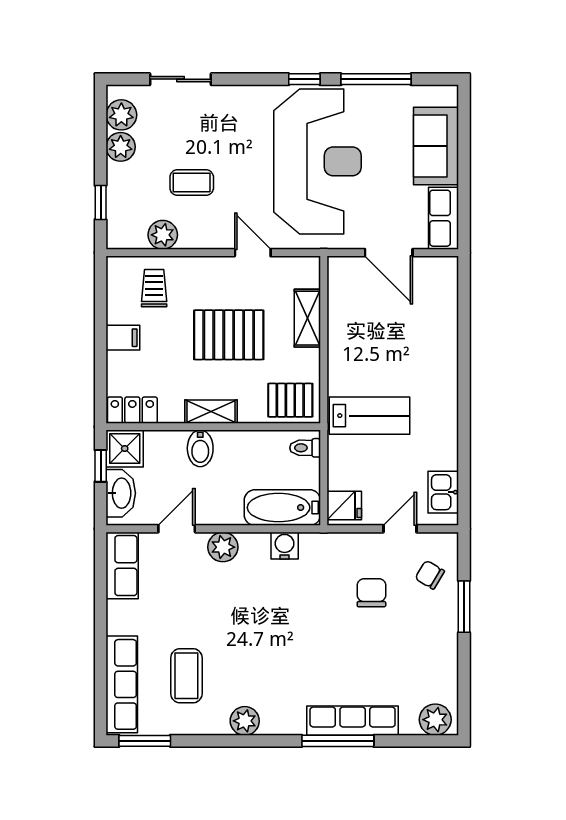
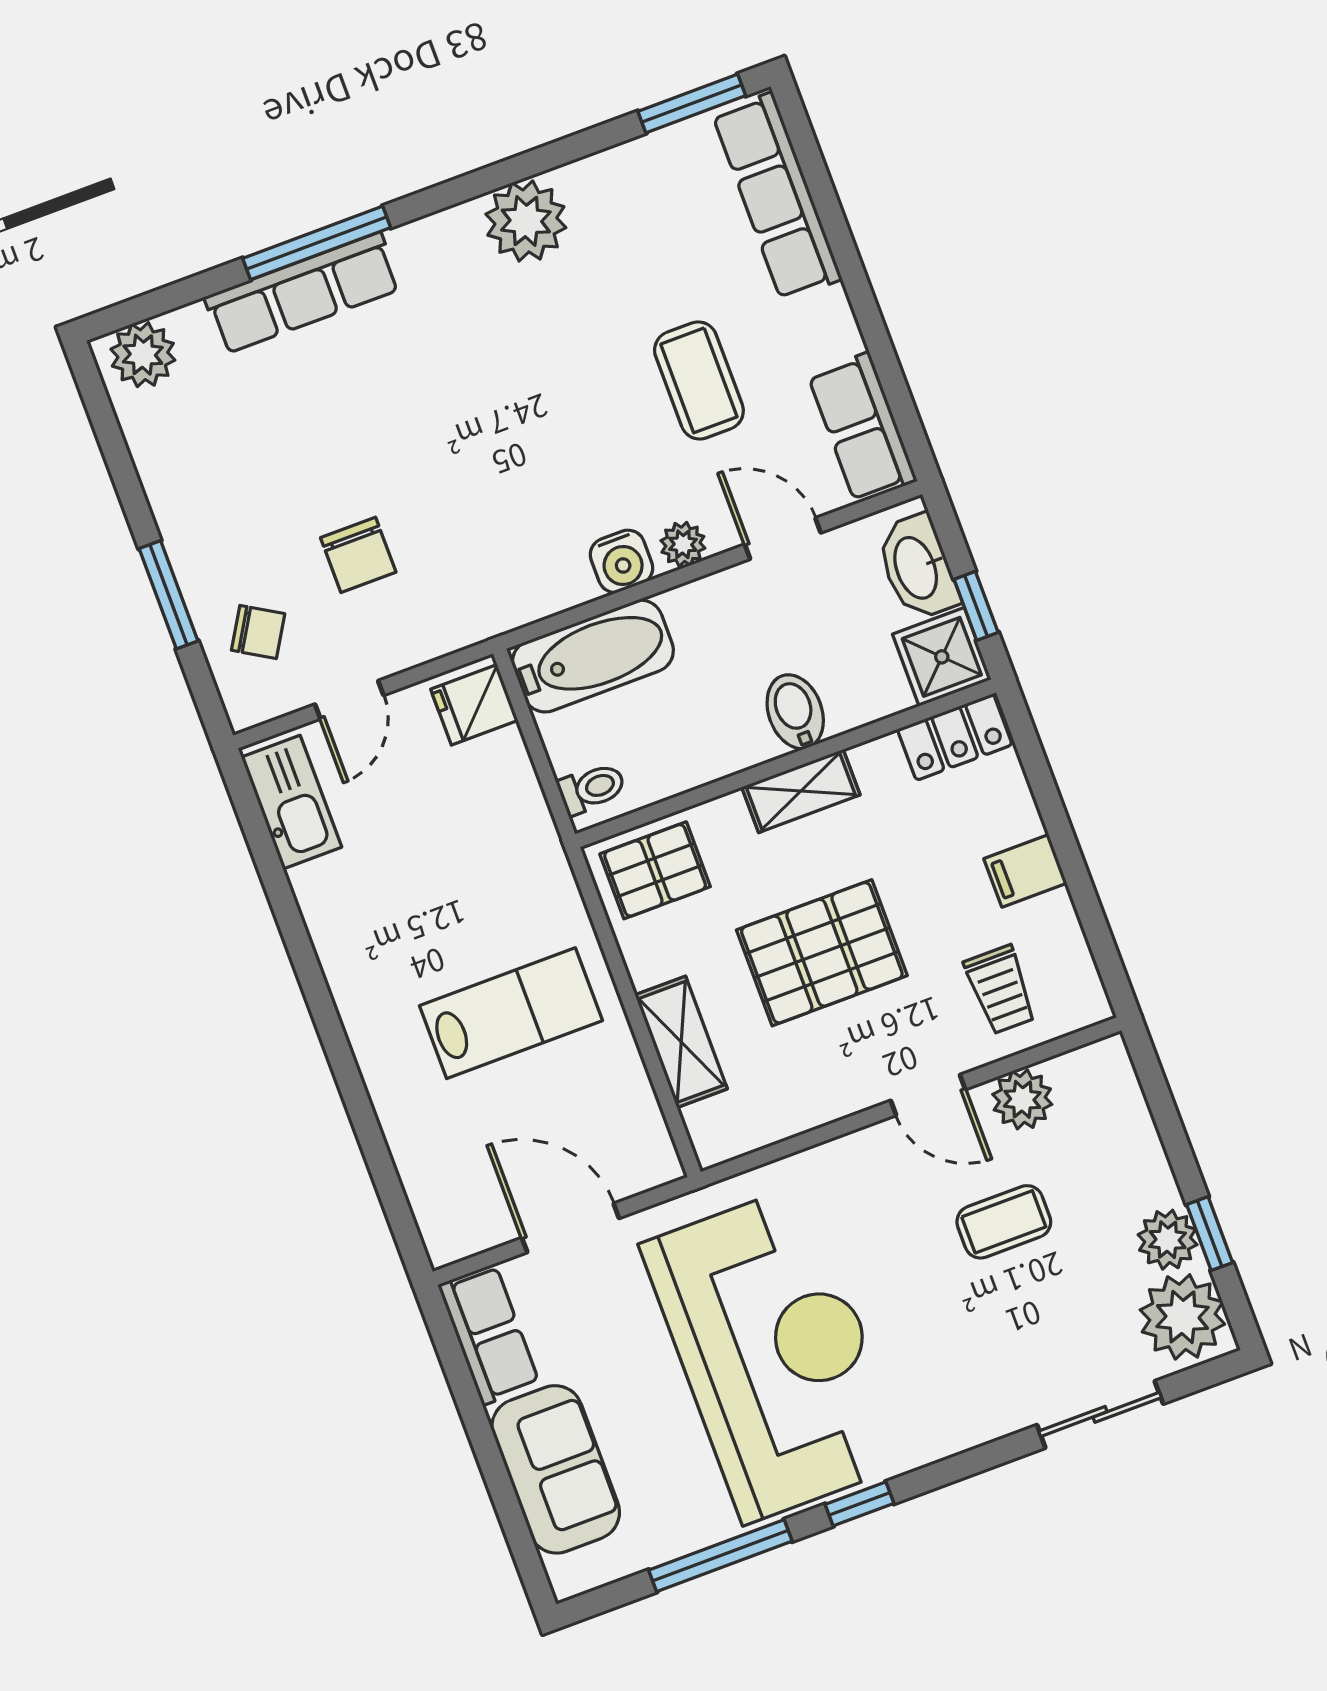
plant: (121, 115) -> (1182, 1317), width x1.36, depth x1.36
reception desk: (317, 161) -> (775, 1354), turned 180
window: (101, 203) -> (1210, 1234), moved
door: (253, 253) -> (928, 1095), moved
lab bench: (370, 416) -> (511, 1013), moved, turned 180
kitchen sink: (443, 492) -> (292, 802), width x1.38
door: (177, 529) -> (783, 538), swing flipped
water cooler: (285, 546) -> (622, 561), moved
plant: (223, 547) -> (683, 544), width x0.73, depth x0.73
coffee table: (186, 676) -> (699, 380), moved
plant: (245, 721) -> (526, 221), width x1.36, depth x1.36

